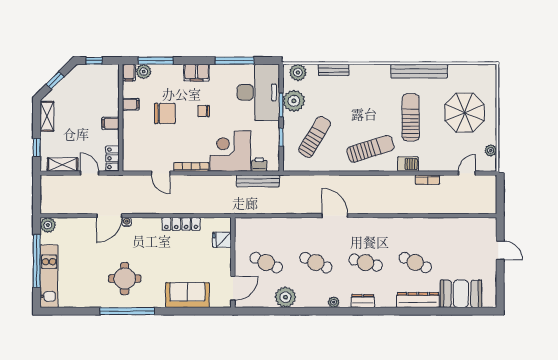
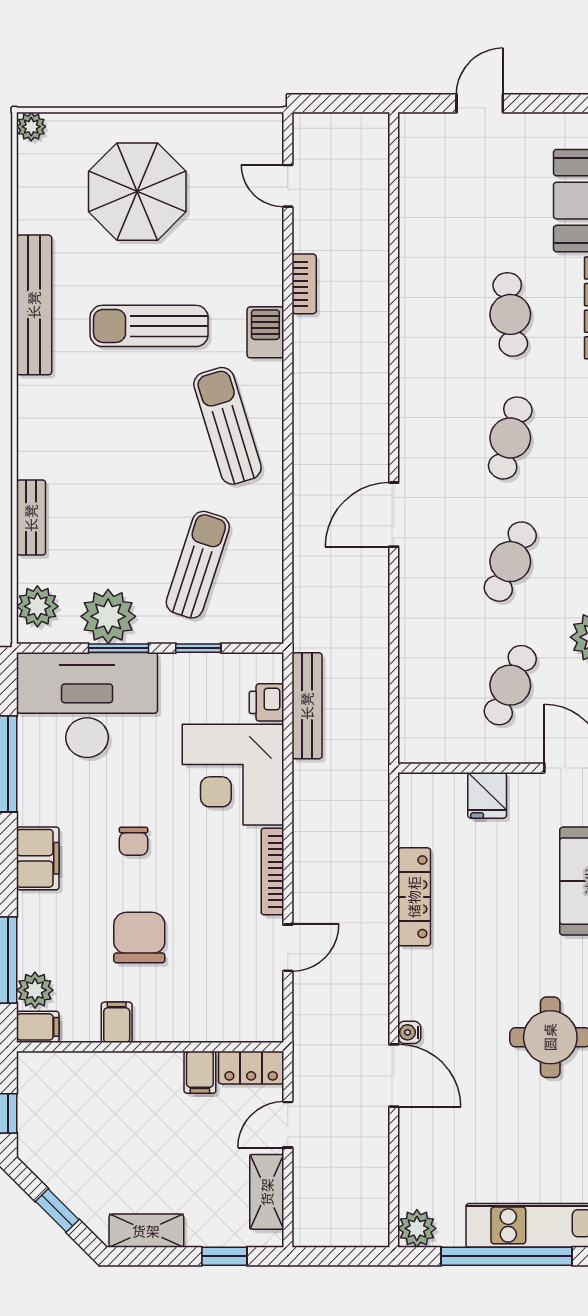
filing cabinet: (111, 123) -> (200, 1072), moved
sun lounger: (315, 137) -> (198, 565), turned 77
plant: (491, 150) -> (31, 127), moved
fridge: (222, 240) -> (487, 795), moved
cafe table: (415, 263) -> (510, 314), turned -30

